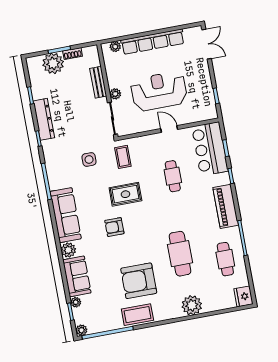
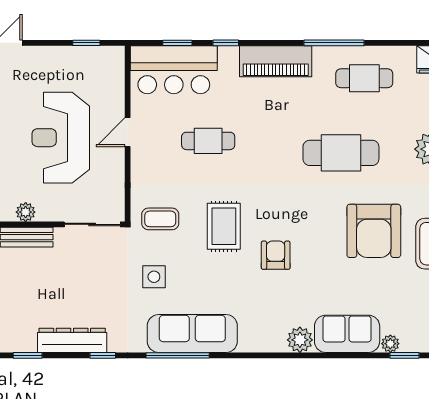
plant: (115, 94) -> (26, 212), moved
sofa: (66, 215) -> (192, 334), moved
armchair: (114, 227) -> (276, 255), turned 180

